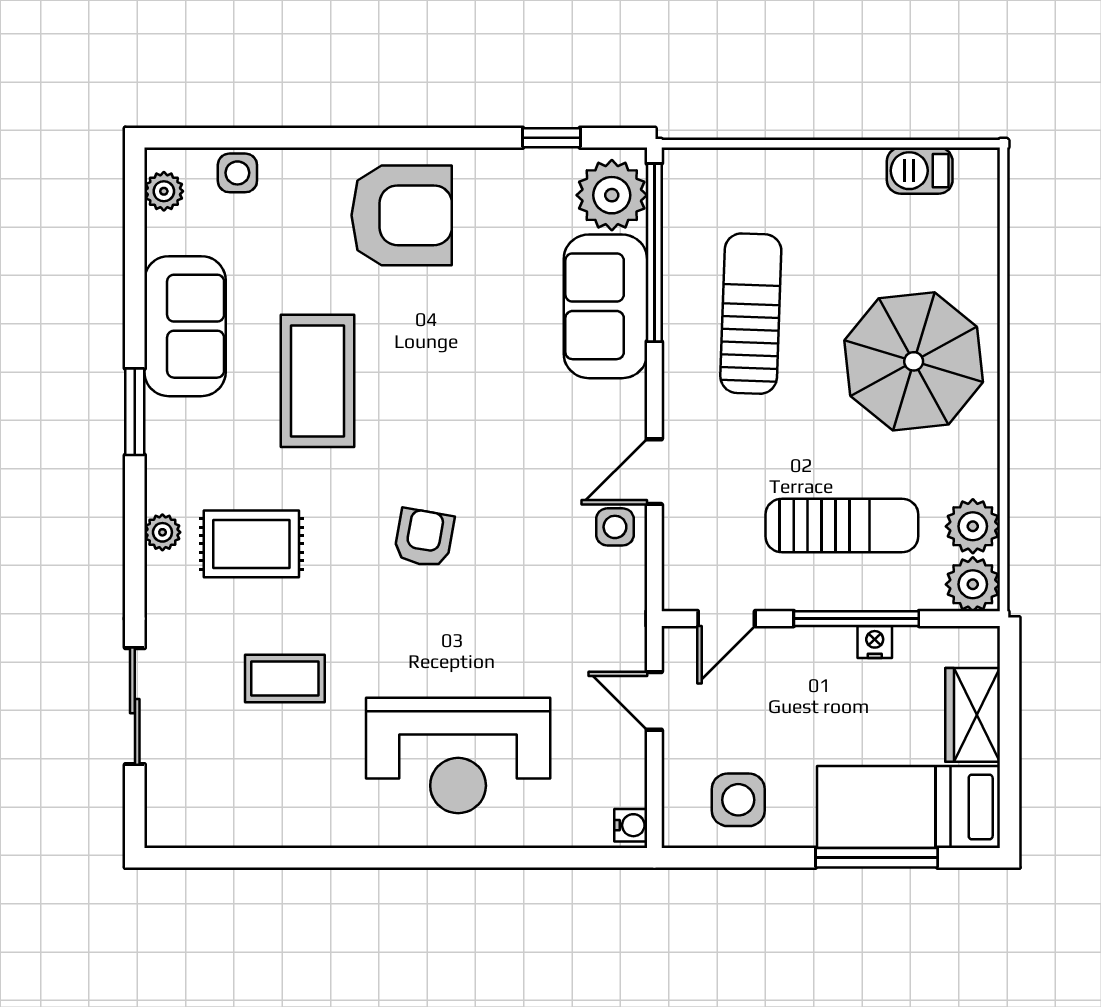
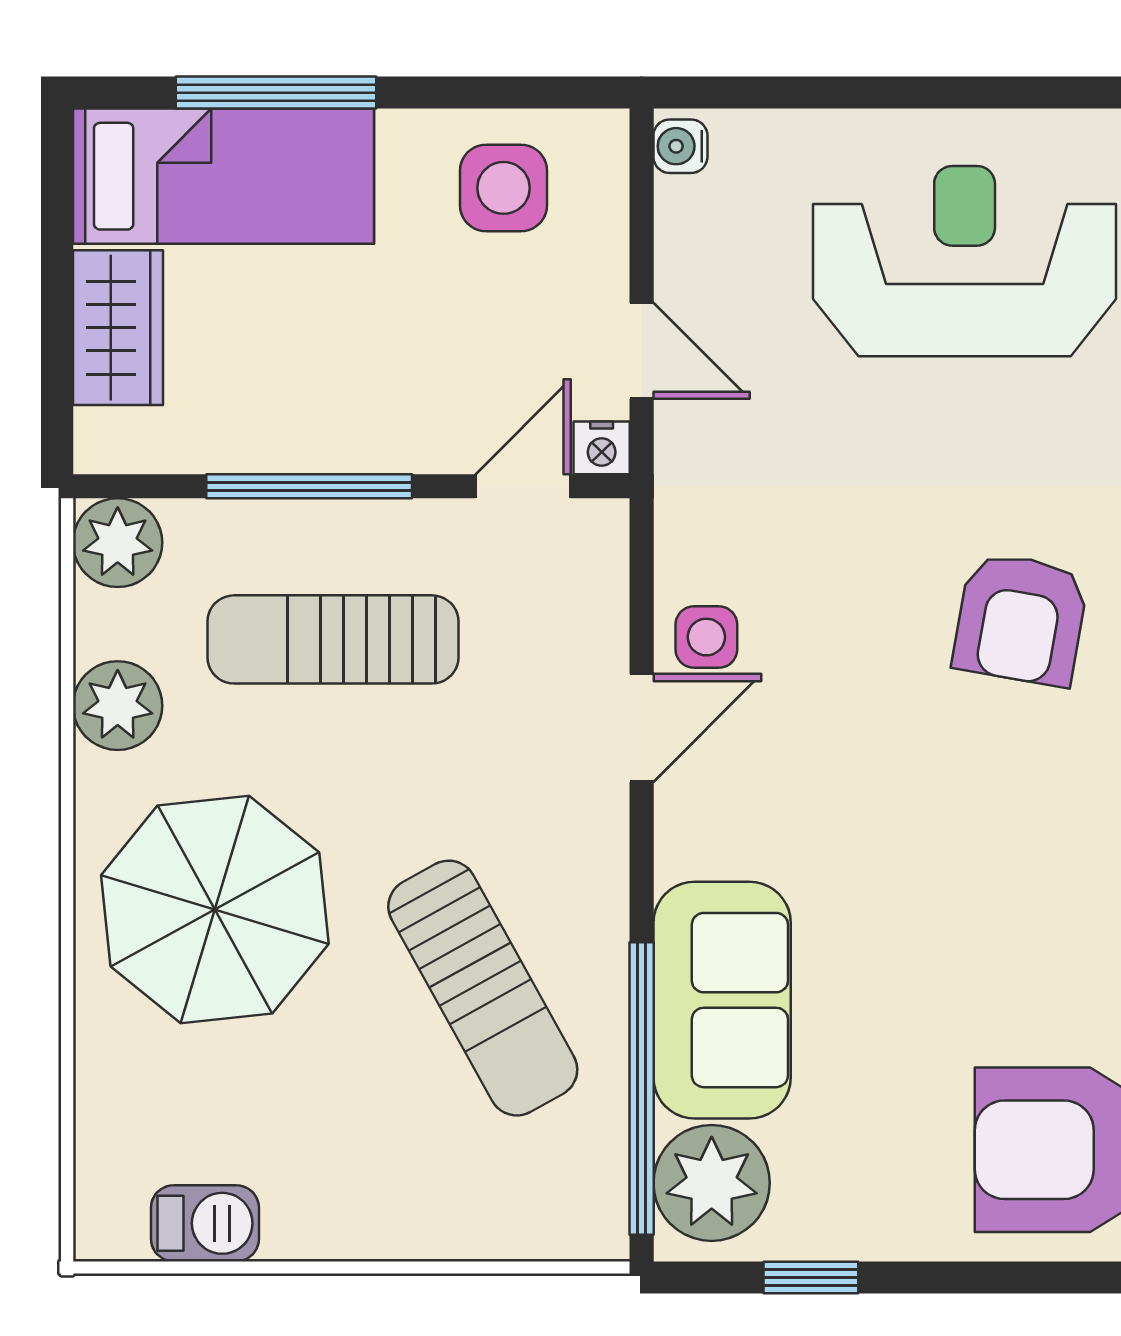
sun lounger: (751, 314) -> (483, 988), turned -31
plant: (973, 526) -> (118, 706), moved
armchair: (424, 538) -> (1021, 619), width x1.38, depth x1.38
nightstand: (875, 642) -> (602, 448), moved

